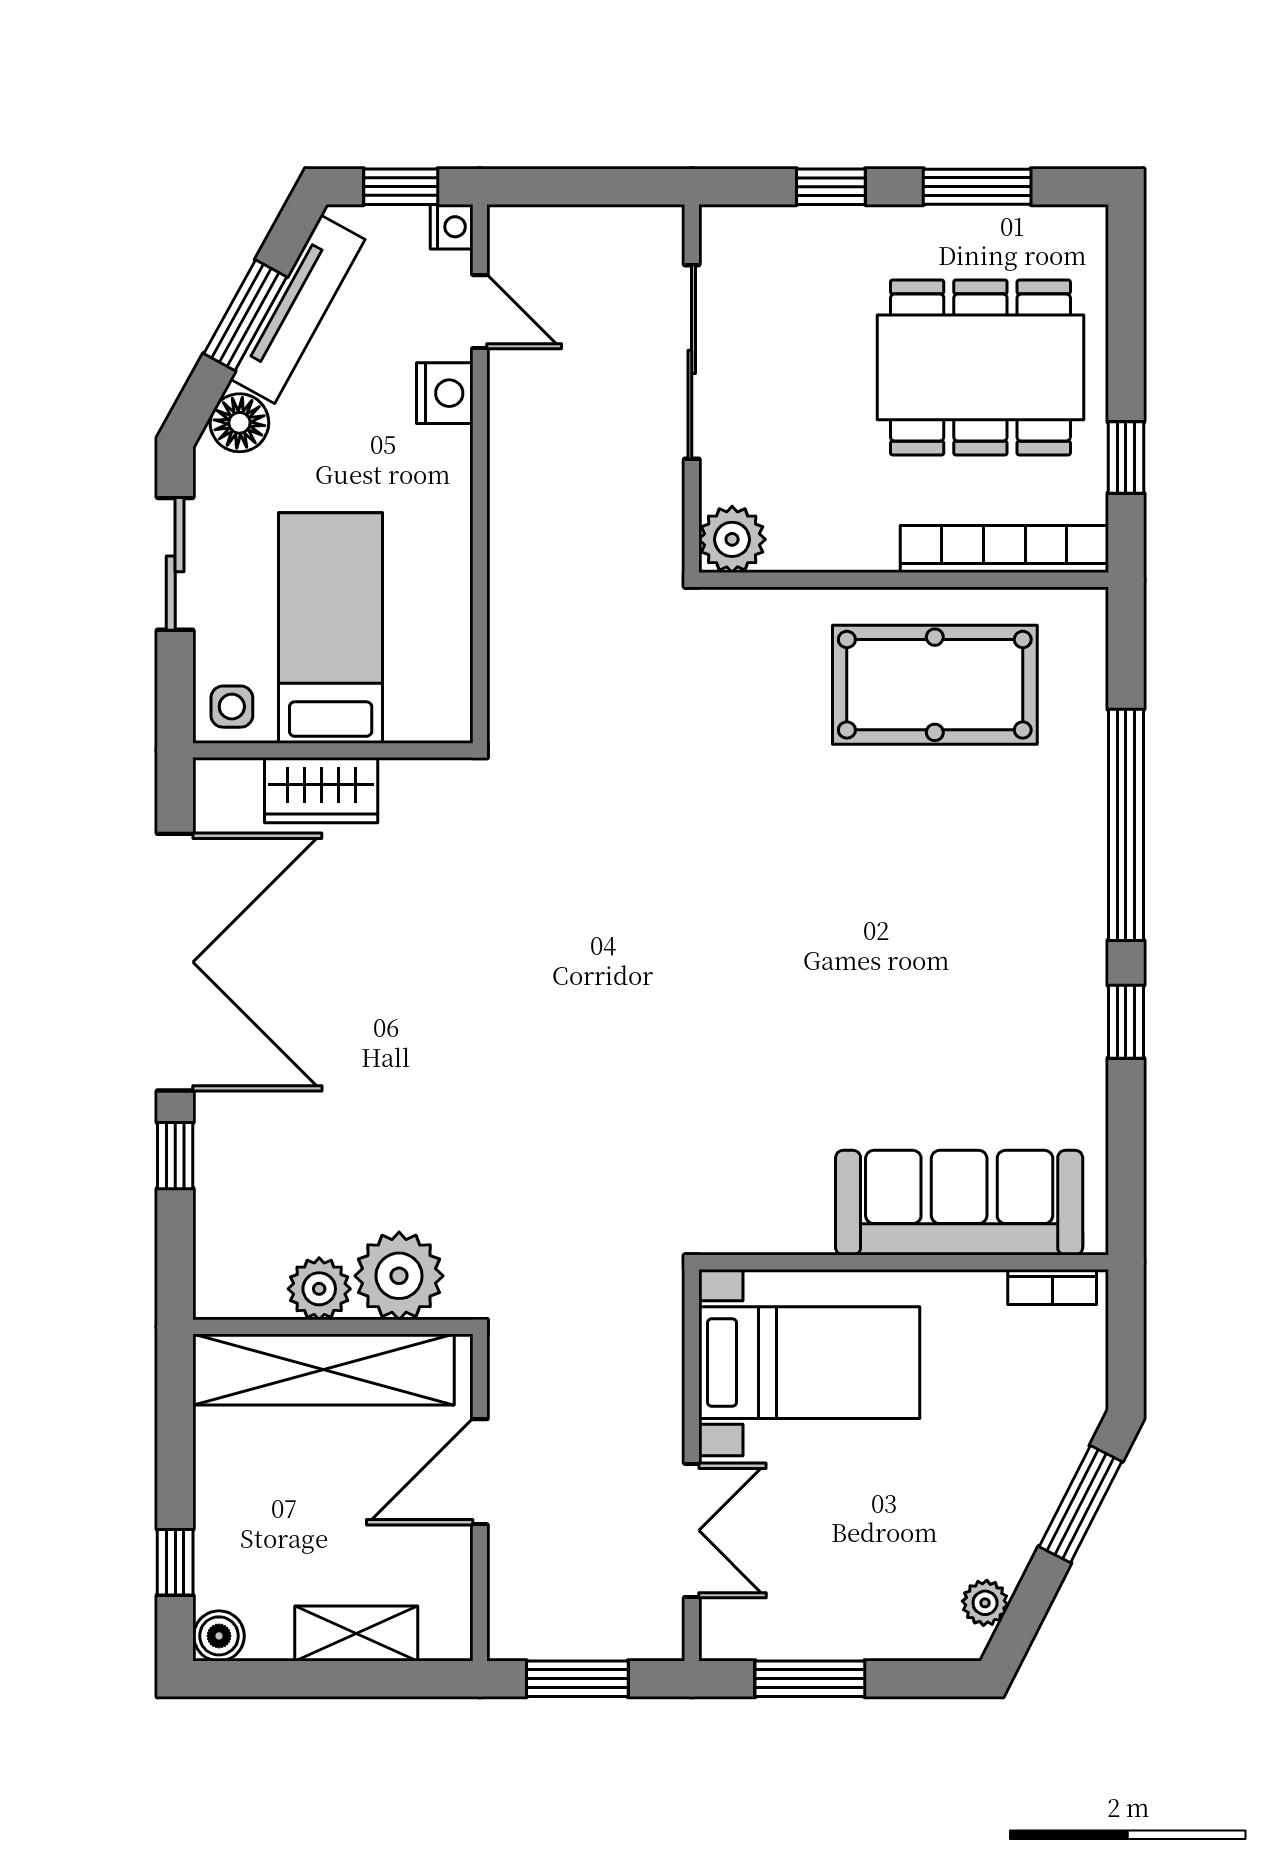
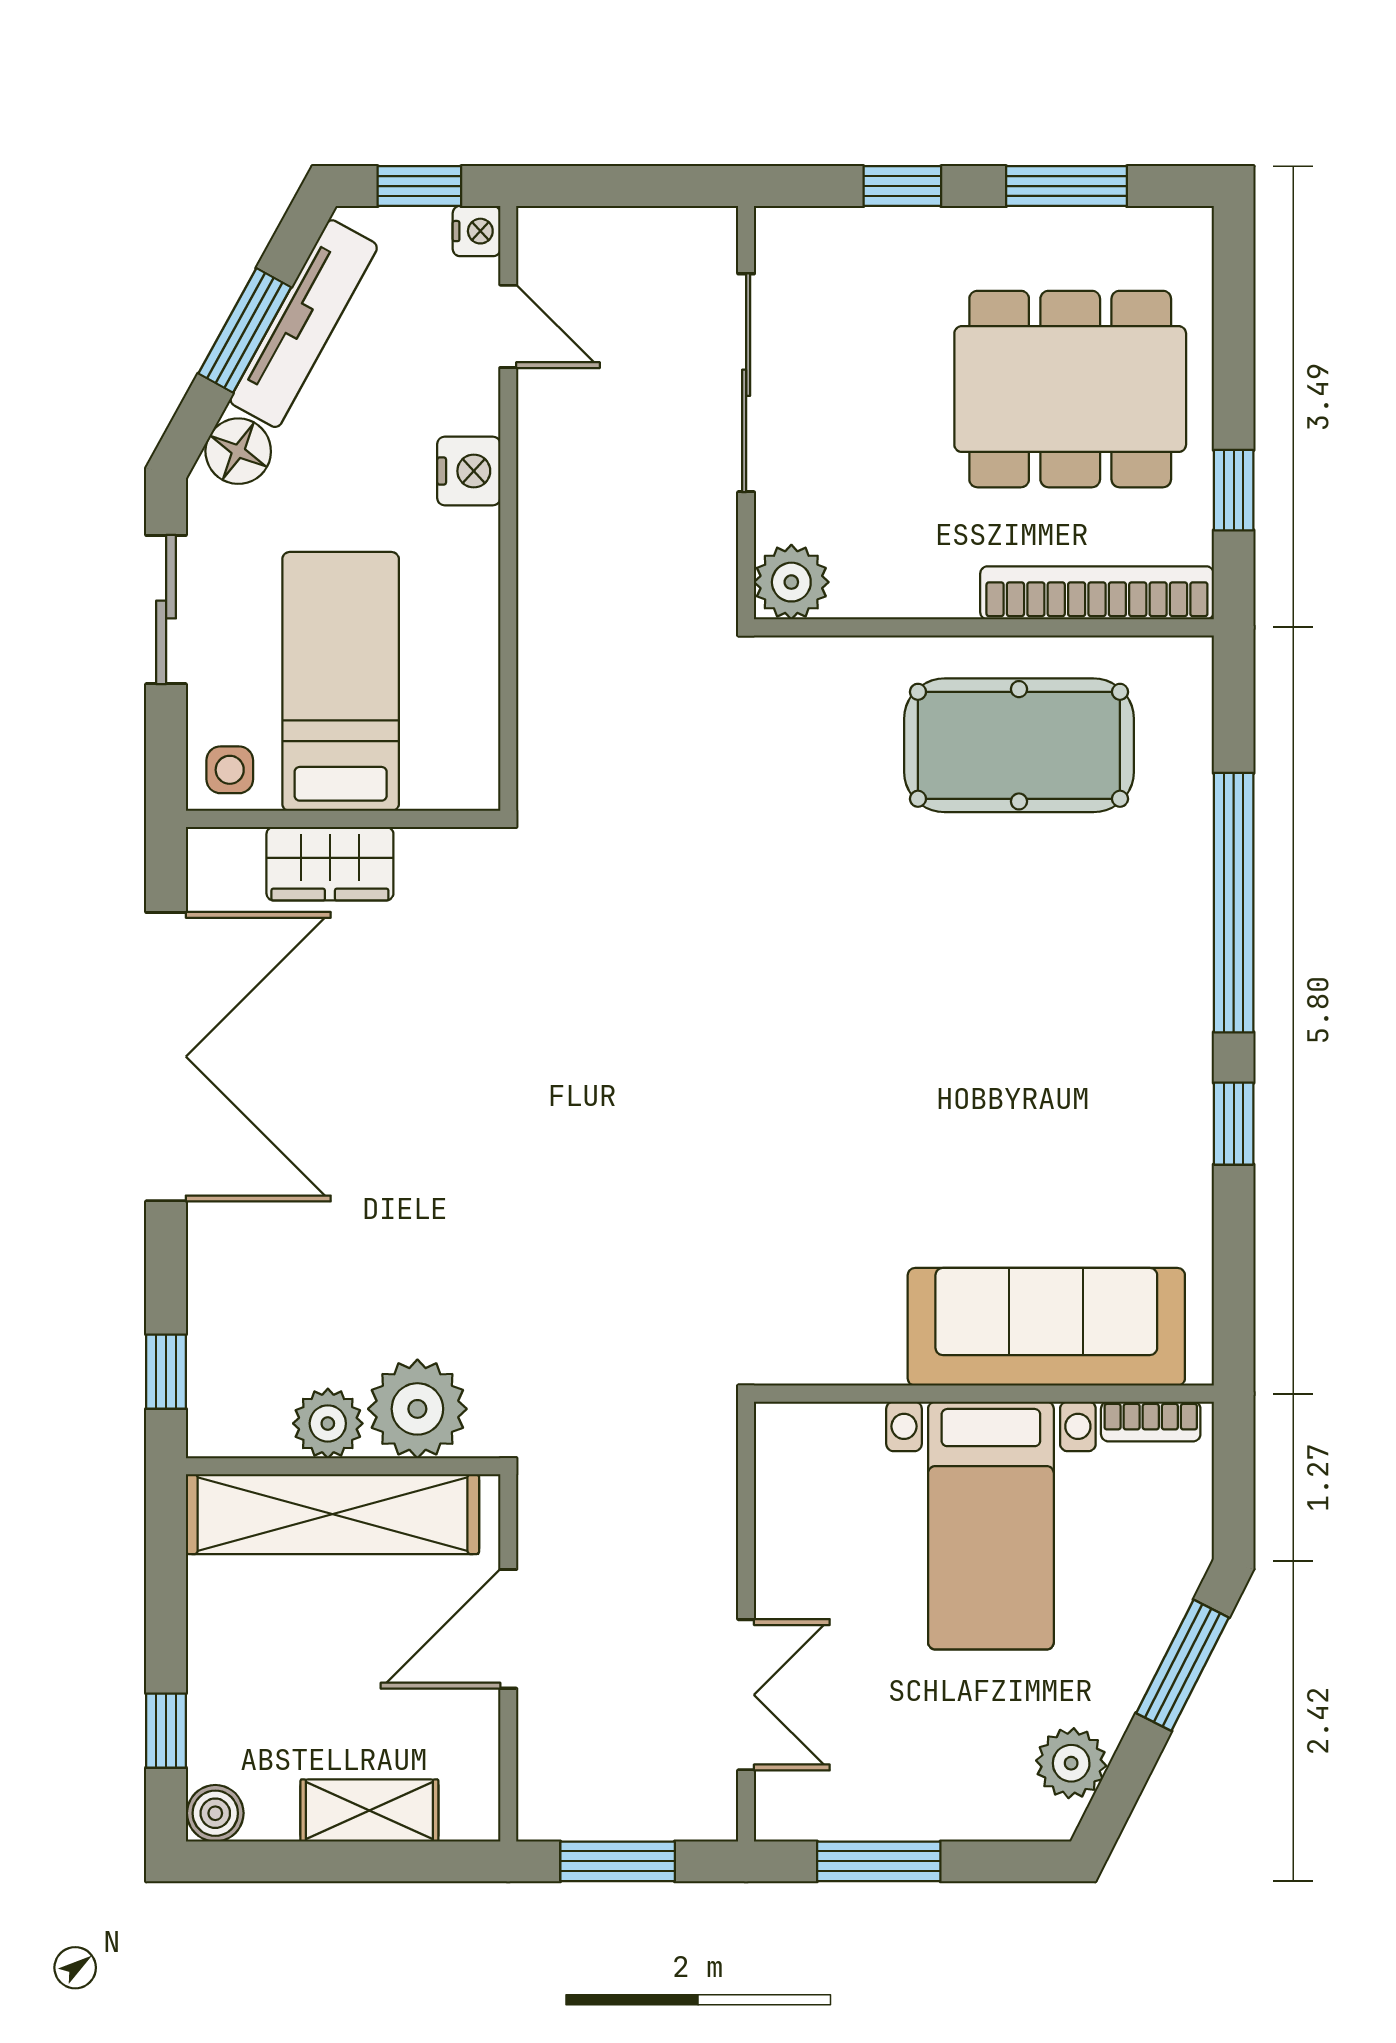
nightstand: (445, 393) -> (469, 471), moved
window: (175, 1156) -> (166, 1372), moved
bed with nightstands: (809, 1363) -> (991, 1526), moved, turned 90
plant: (985, 1603) -> (1071, 1763), width x1.38, depth x1.38

